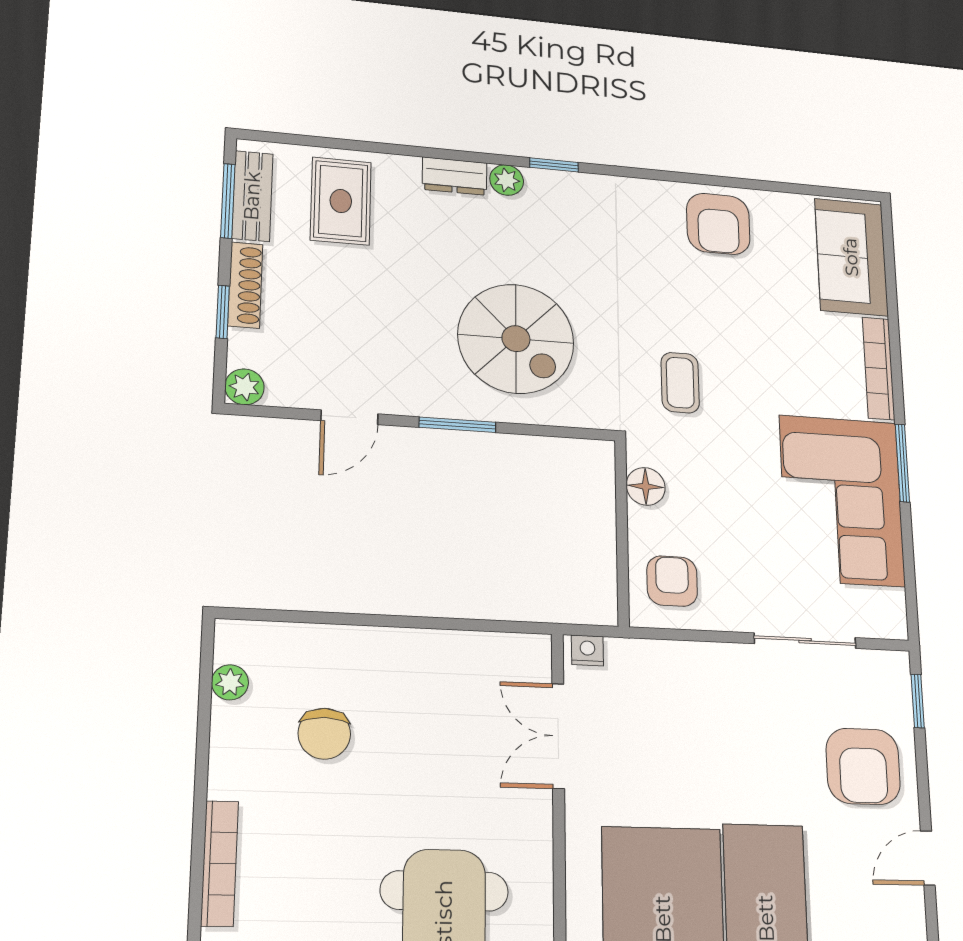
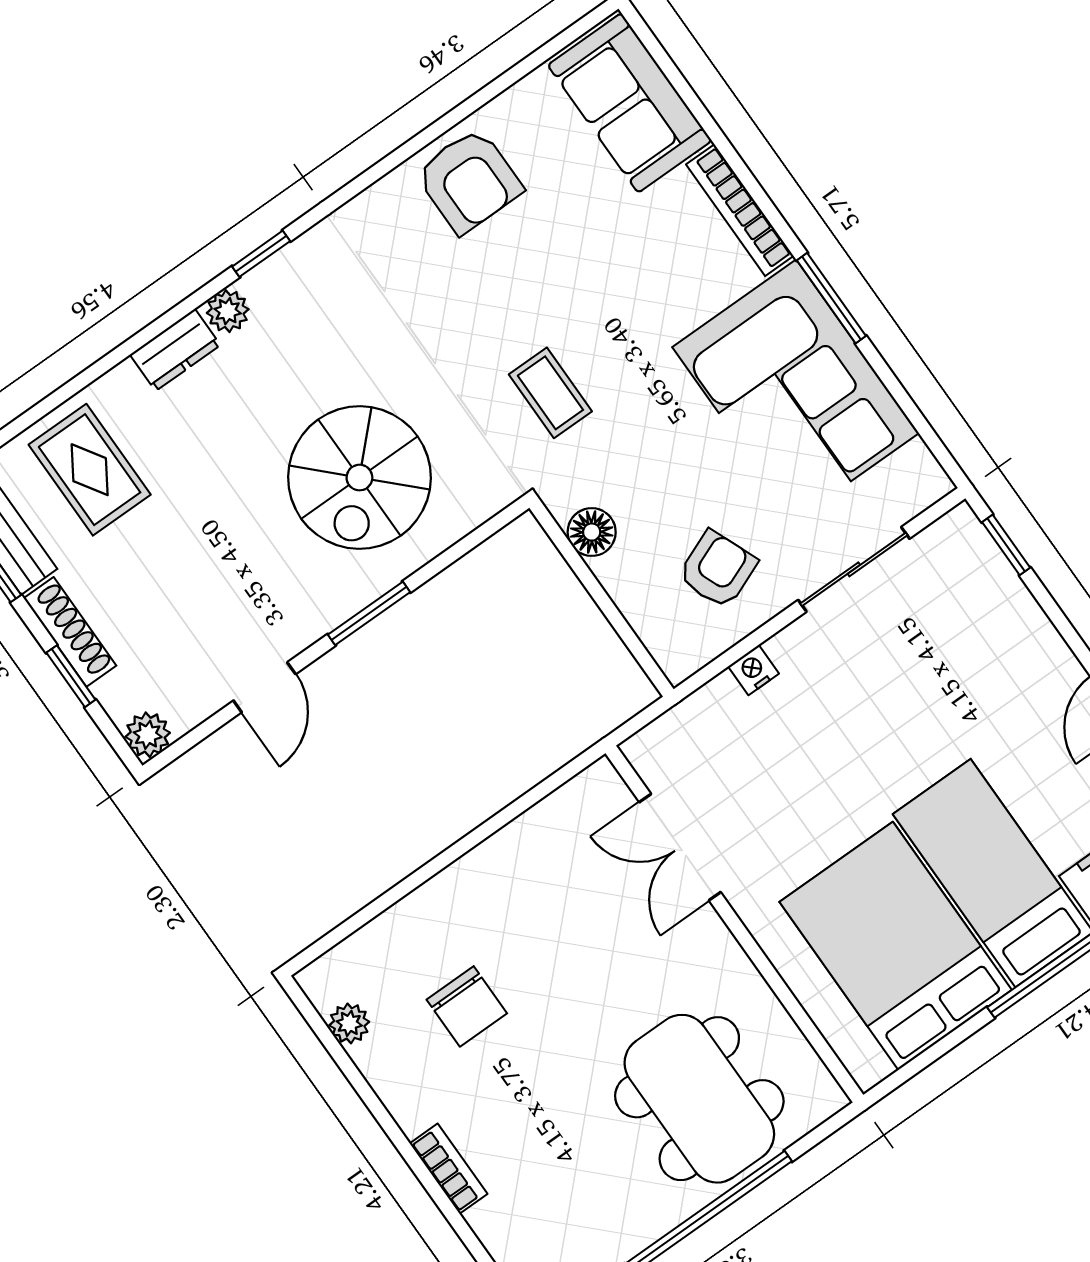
spiral stairs: (516, 339) -> (359, 478), turned 90
armchair: (672, 581) -> (718, 569), moved, turned 68
nightstand: (587, 650) -> (754, 670), moved
armchair: (863, 766) -> (993, 654), removed
bookcase: (220, 863) -> (449, 1169), width x0.64

